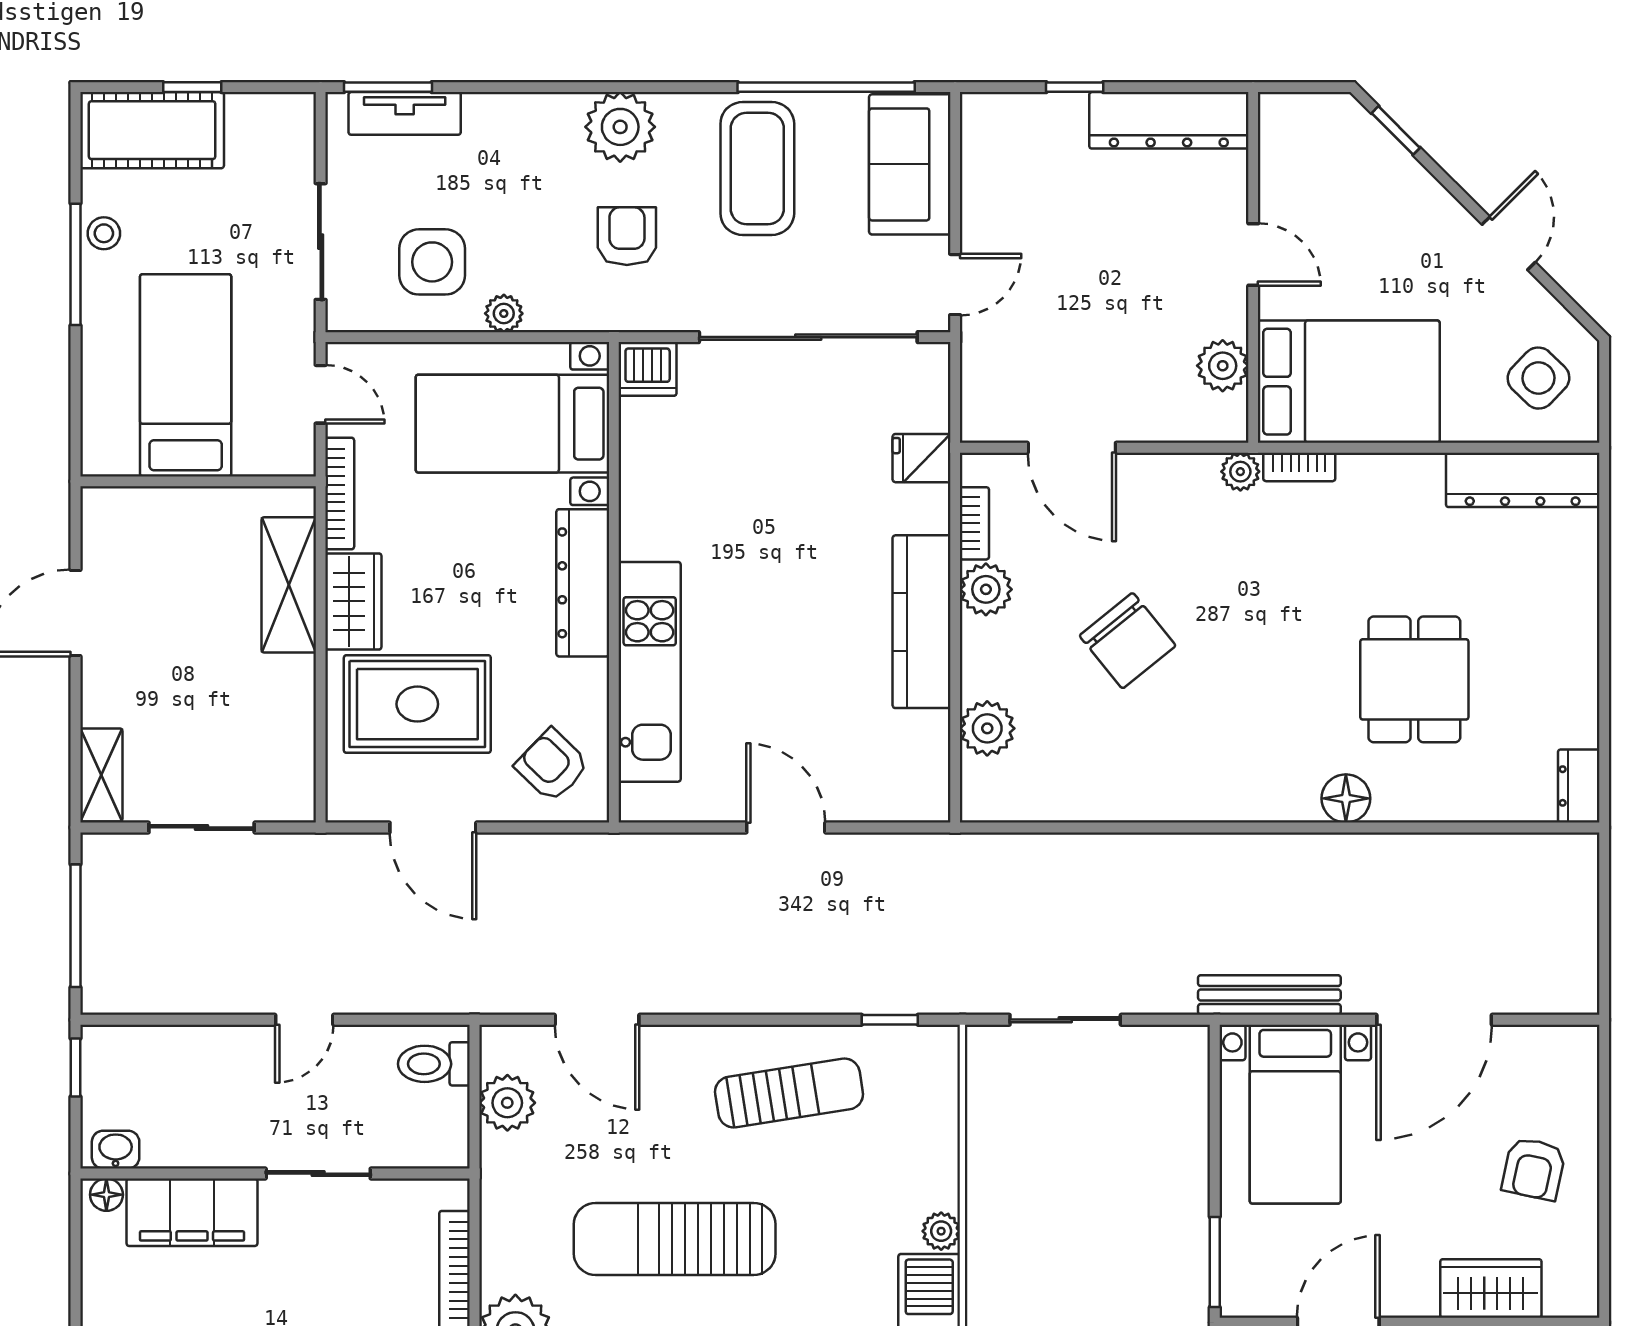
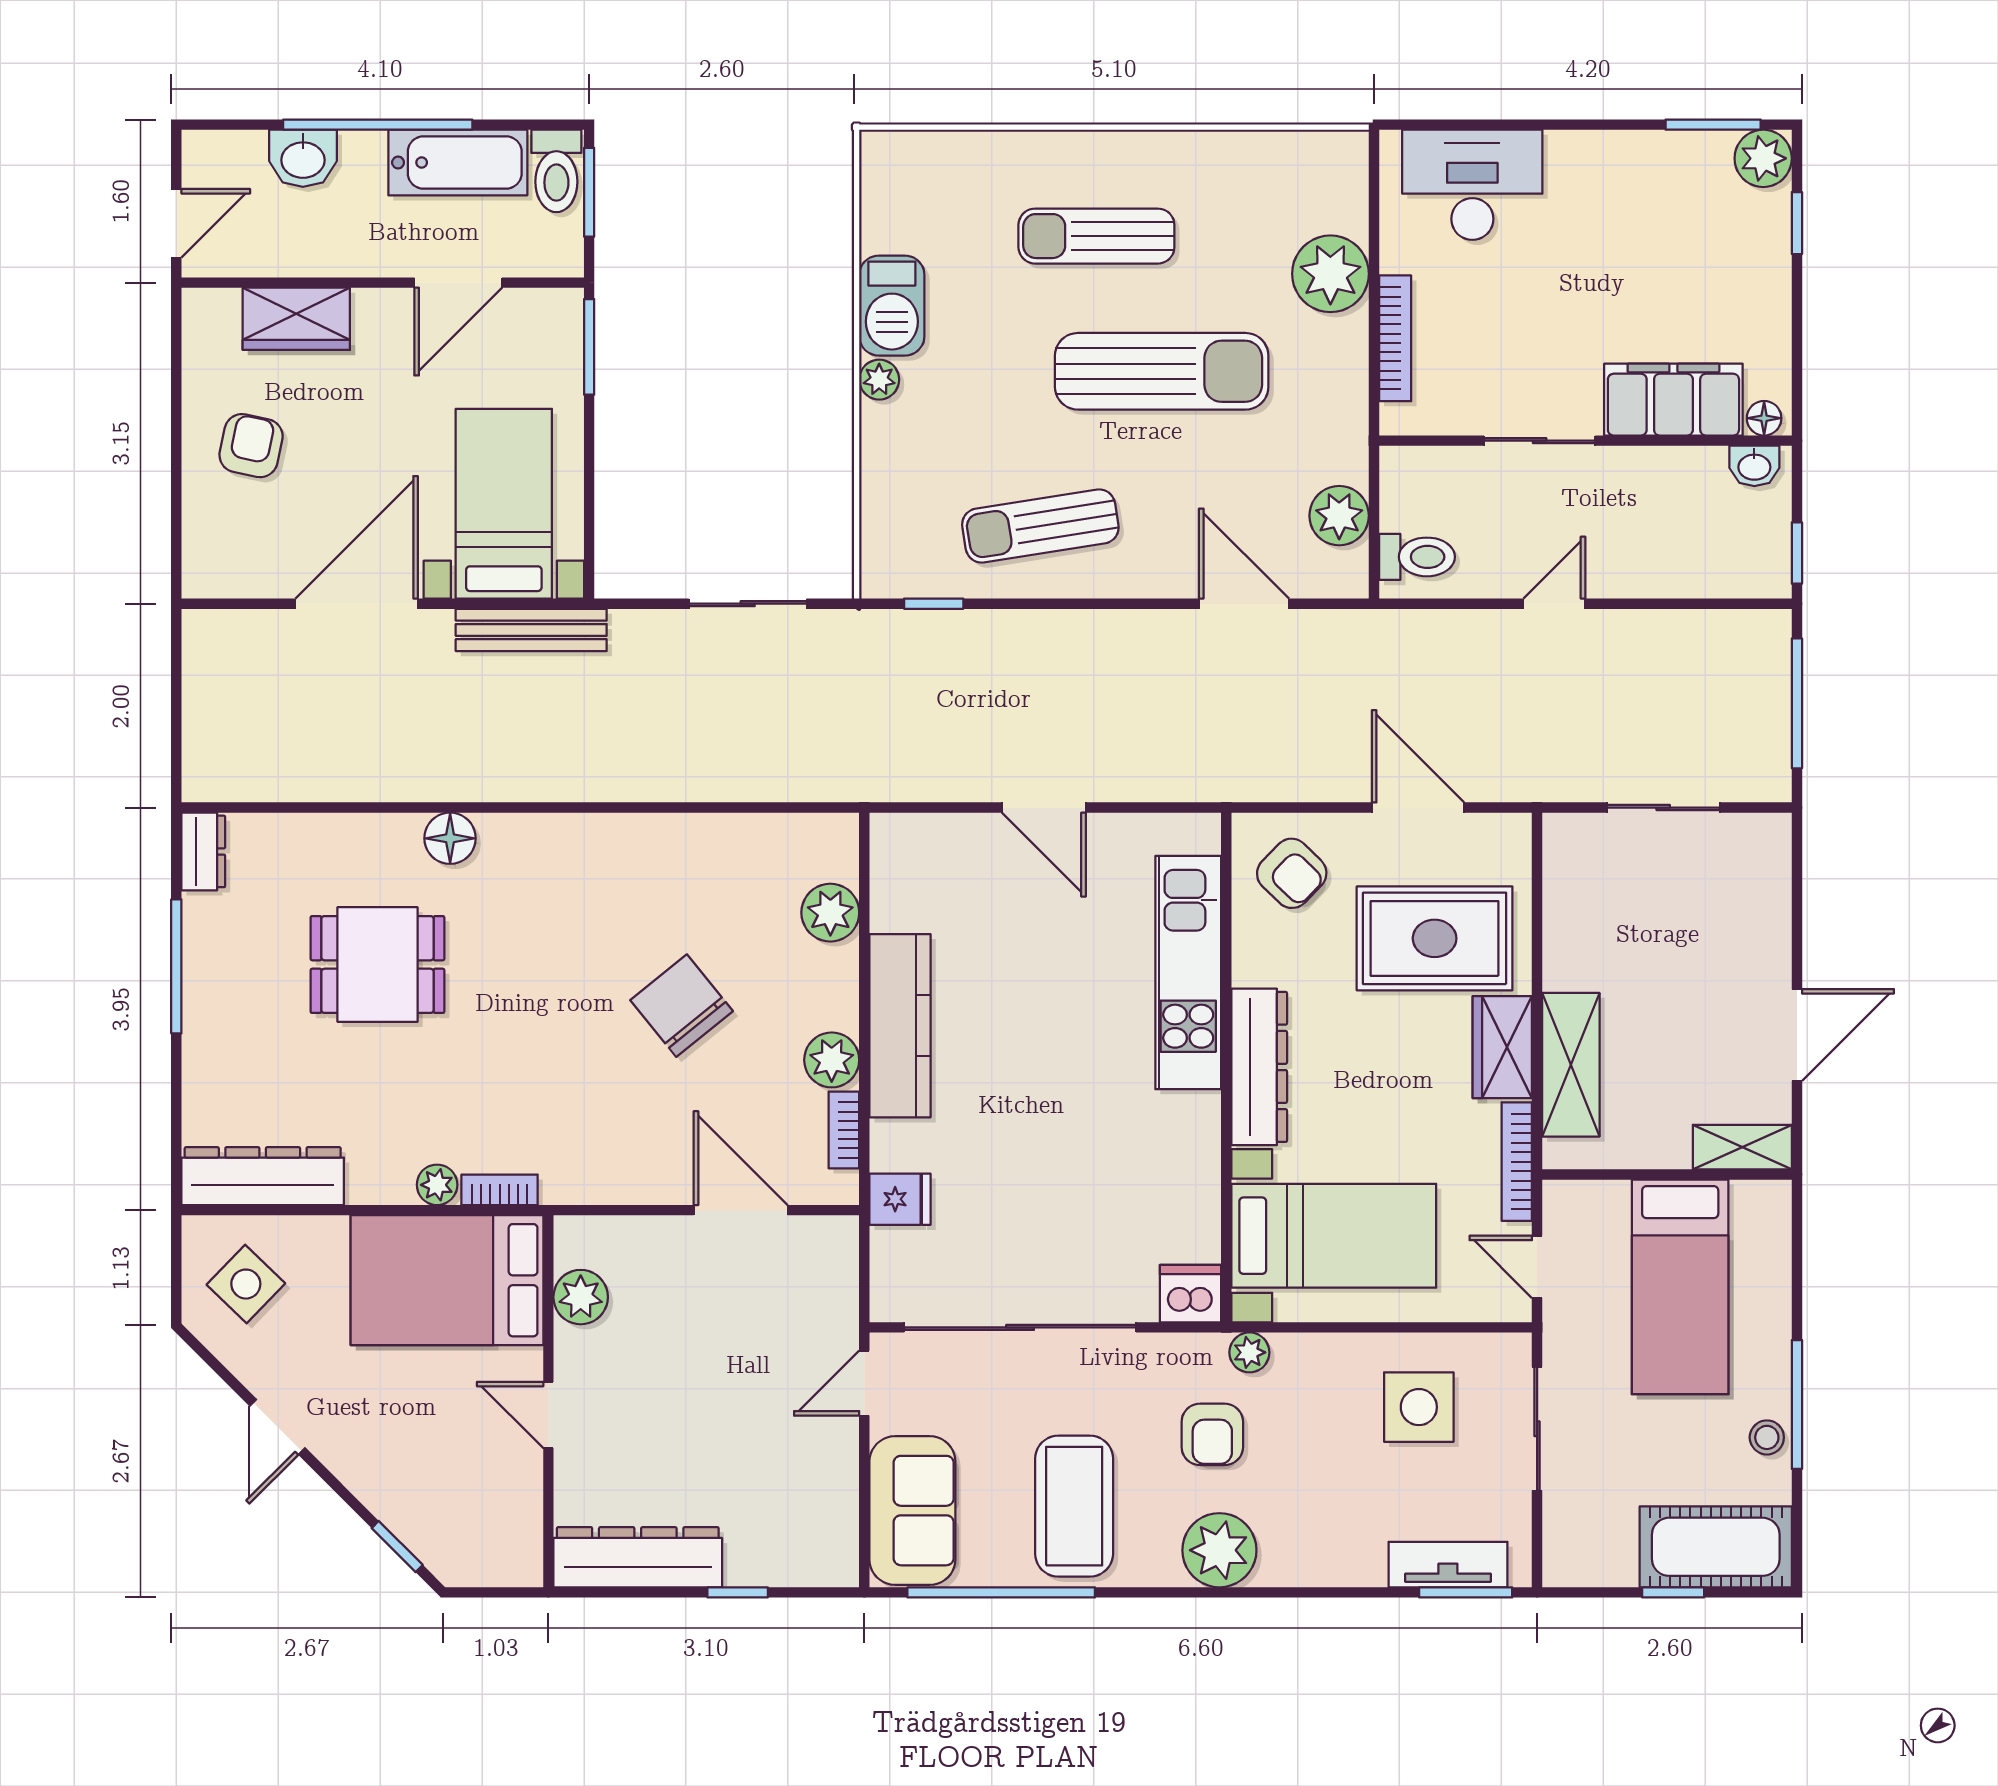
plant: (504, 313) -> (1249, 1352), moved
plant: (1240, 472) -> (437, 1185), moved
window: (1604, 678) -> (176, 966), added
dining table: (1414, 679) -> (377, 965), turned 90
shelving: (101, 775) -> (1742, 1147), moved, turned 90

